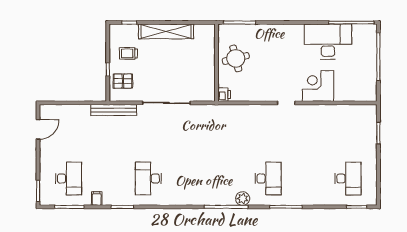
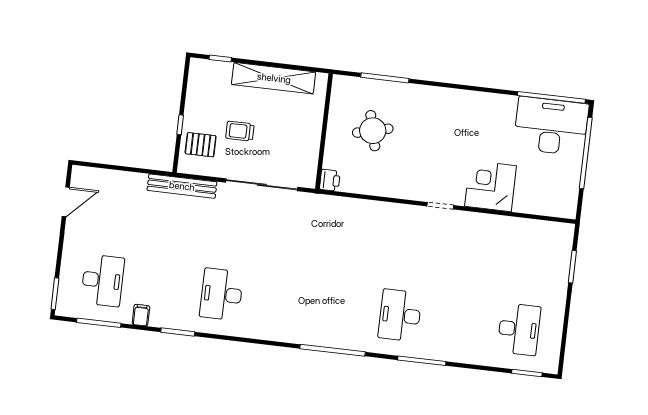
desk: (328, 42) -> (551, 126), moved
trolley: (128, 53) -> (240, 131), moved
wall: (216, 63) -> (324, 131), moved
printer: (224, 95) -> (330, 180), moved
desk: (268, 178) -> (400, 315), turned 180
plant: (243, 199) -> (359, 341), removed

